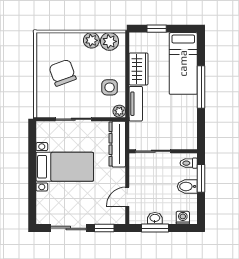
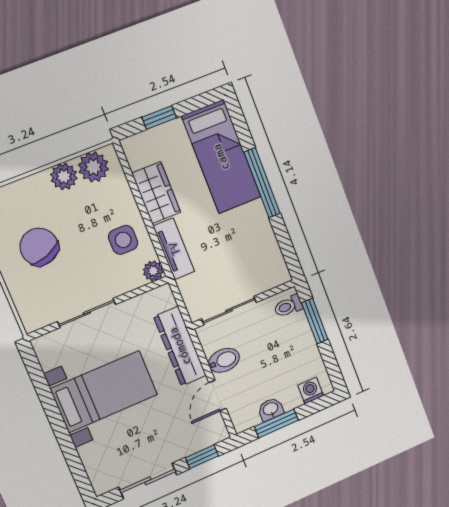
dresser: (117, 144) -> (180, 346), moved
bidet: (187, 186) -> (224, 360), moved, turned 180

